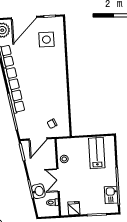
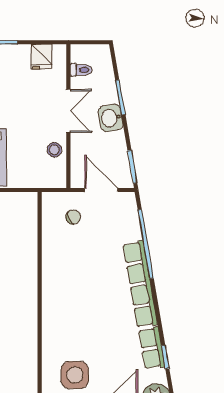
door: (38, 139) -> (101, 190), hinge flipped
washbasin: (38, 191) -> (111, 118), moved

